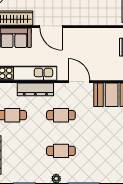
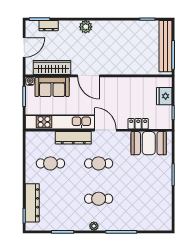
locker: (101, 75) -> (138, 124), added
door: (79, 82) -> (105, 130), moved

